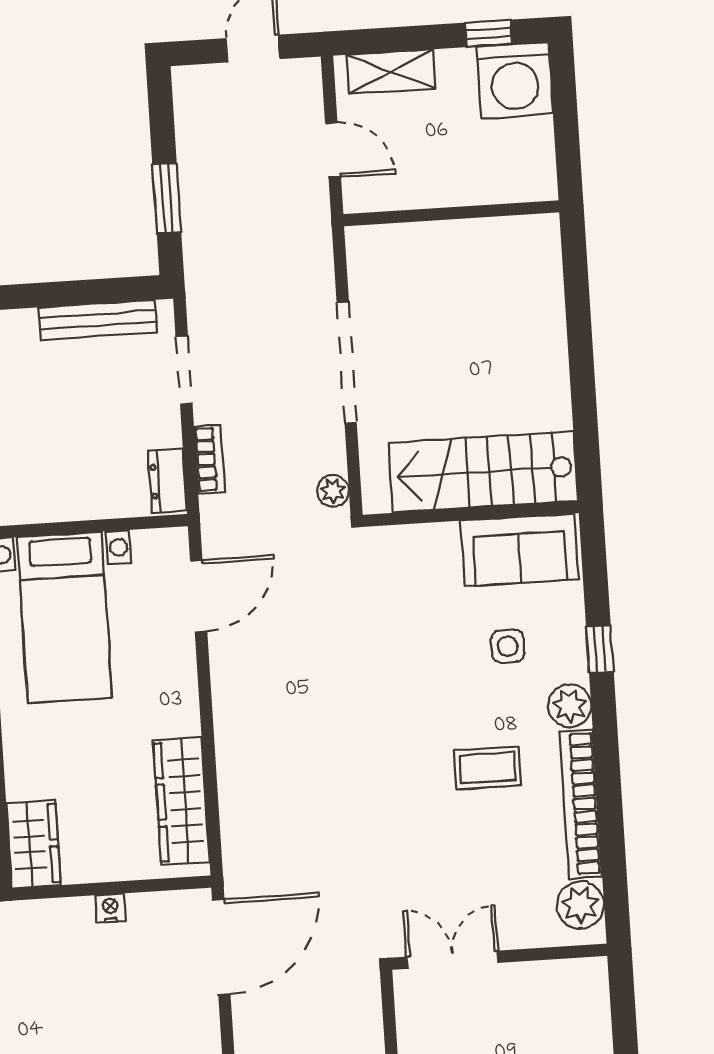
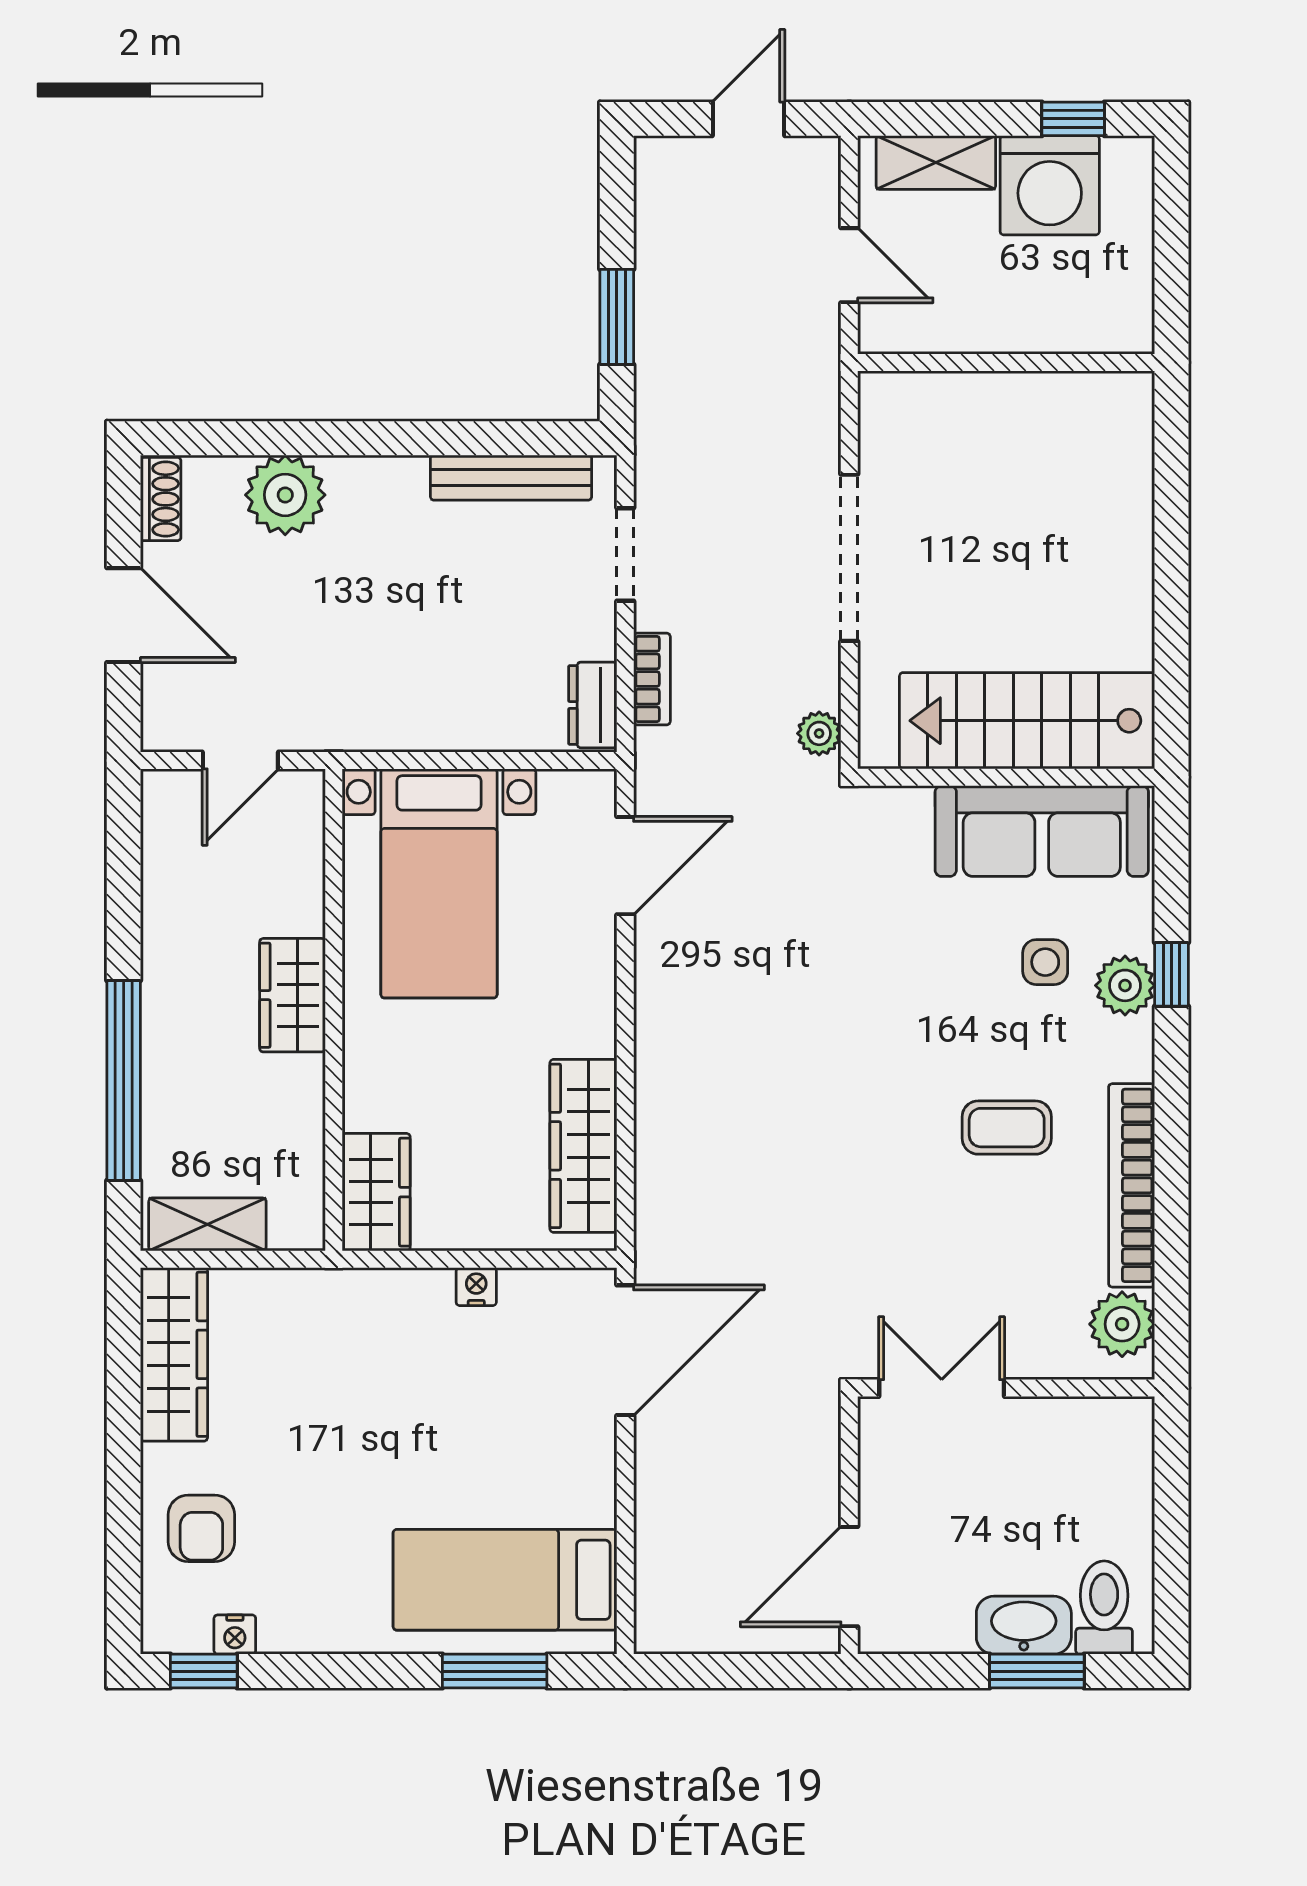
washing machine: (515, 80) -> (1050, 185), moved
sofa: (520, 550) -> (1042, 831), width x1.36
plant: (570, 706) -> (1125, 985), moved

